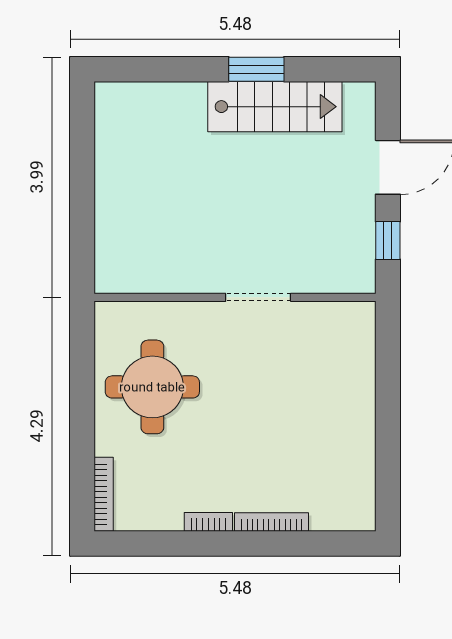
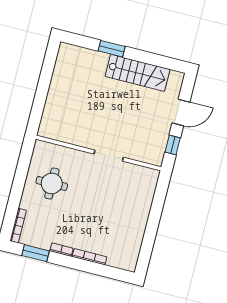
window: (256, 69) -> (112, 49), moved
round table: (152, 387) -> (52, 183), width x0.73, depth x0.73
window: (155, 544) -> (35, 253), added

